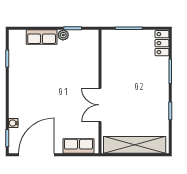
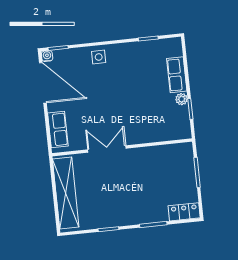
side table: (19, 104) -> (99, 57), added
water cooler: (13, 123) -> (47, 56), moved

